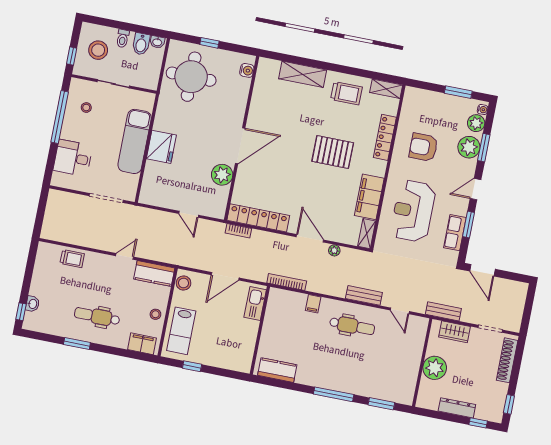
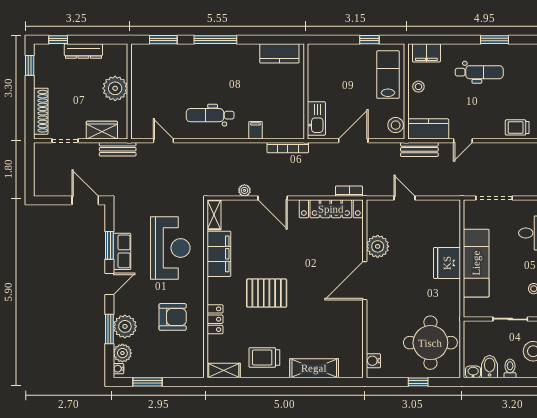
locker: (385, 137) -> (215, 319), width x0.66
row of seats: (455, 233) -> (122, 251), moved
bench: (364, 295) -> (419, 149), moved

